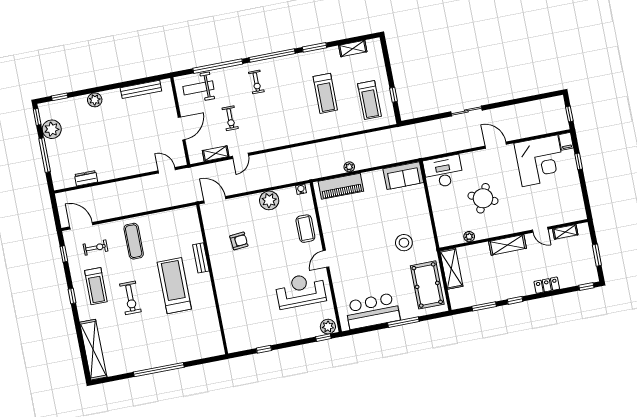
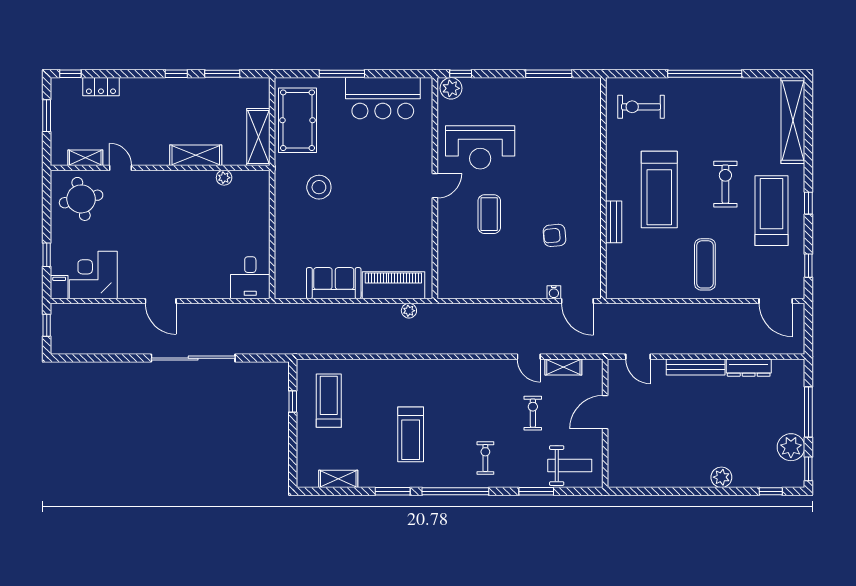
window: (218, 66) -> (536, 491), width x0.47
bench: (141, 89) -> (696, 367), moved
treadmill: (325, 93) -> (411, 434), moved, turned 180
sliding door: (466, 111) -> (193, 358), width x1.86
door: (240, 156) -> (529, 357), swing flipped
corner desk: (540, 161) -> (93, 275), width x0.74, depth x0.74
plant: (349, 167) -> (409, 311), moved
desk: (443, 172) -> (250, 278), width x0.73
sofa: (403, 176) -> (334, 283), moved
dresser: (86, 178) -> (749, 368), width x1.44
water cooler: (301, 189) -> (554, 292), moved
round table: (483, 198) -> (81, 199), moved, turned -37
plant: (269, 200) -> (500, 285), removed
coffee table: (305, 229) -> (489, 214), moved
shelving: (508, 245) -> (196, 155), moved
exercise bike: (96, 248) -> (641, 107), moved, width x1.38, depth x1.39
locker: (547, 285) -> (101, 87), moved
treadmill: (96, 286) -> (772, 211), width x1.37, depth x1.38
window: (264, 349) -> (549, 74), width x2.17

